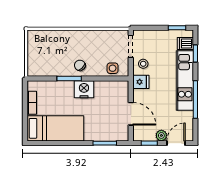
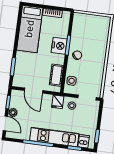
cot: (108, 88) -> (56, 75), added
nightstand: (84, 89) -> (59, 46), moved
door: (131, 114) -> (34, 91), hinge flipped

